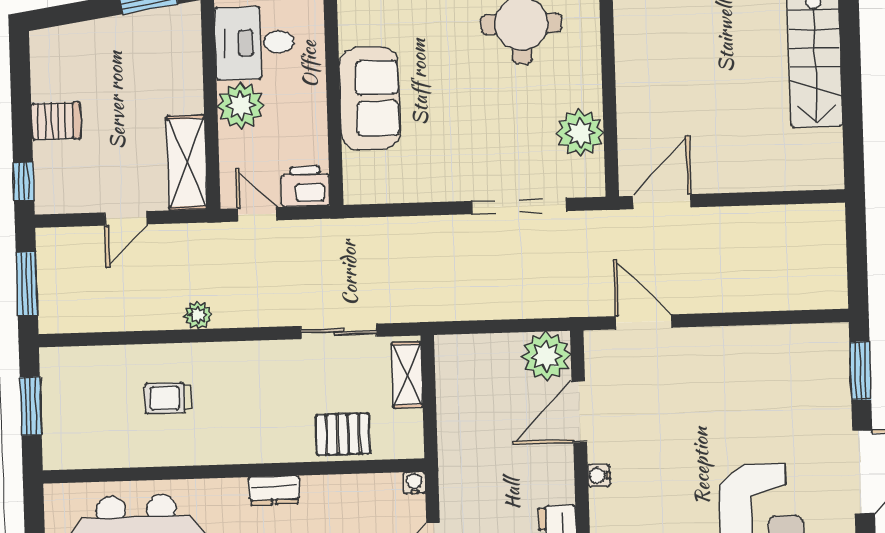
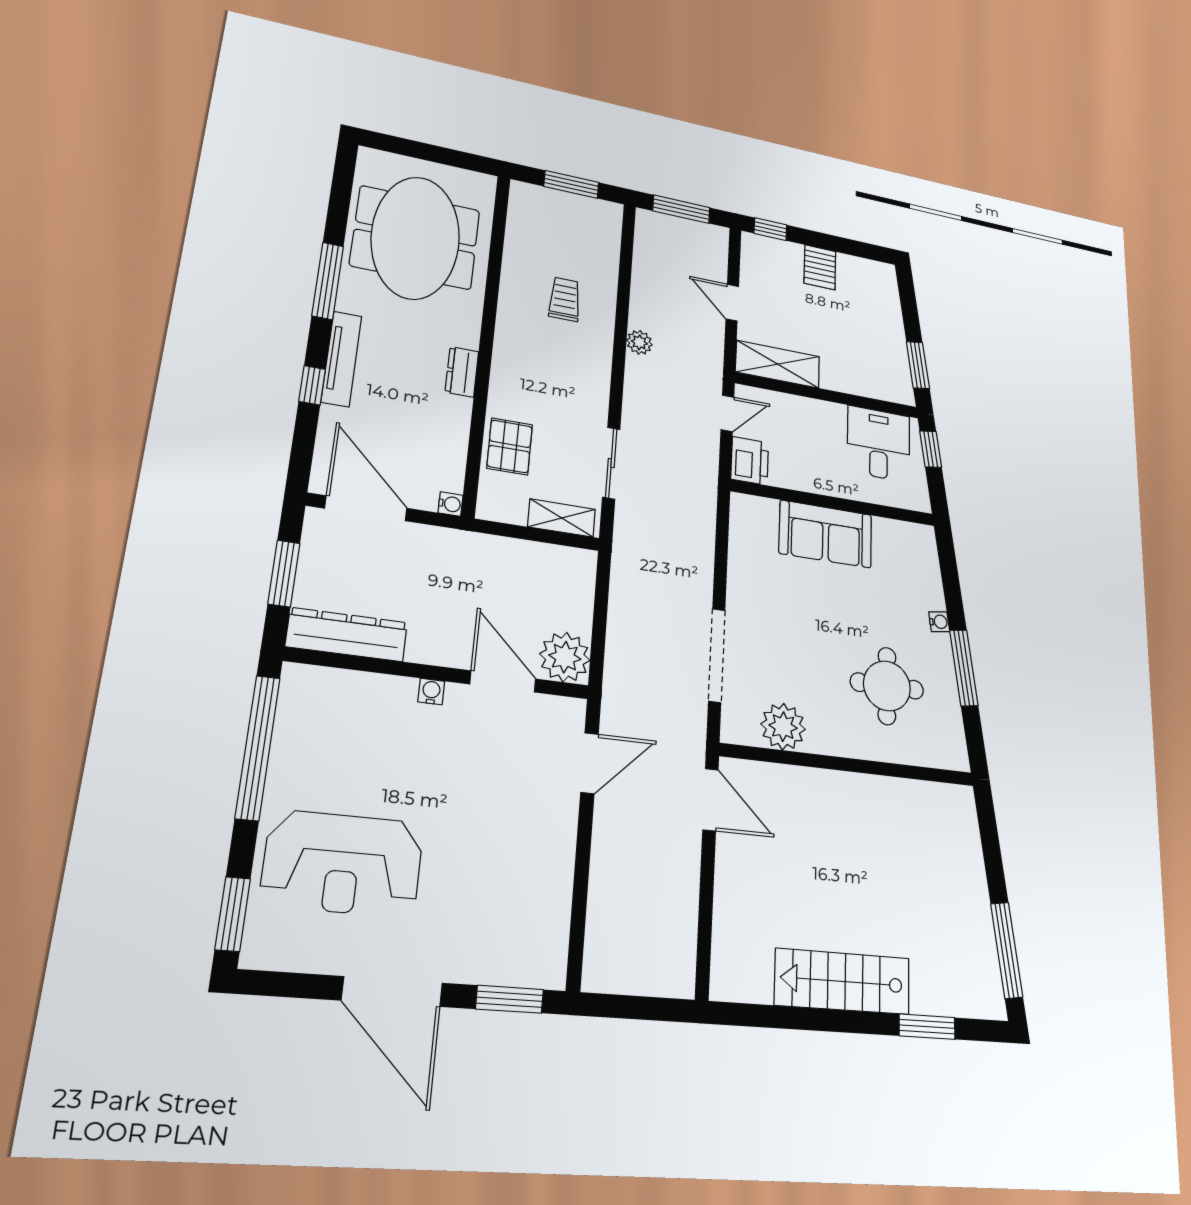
plant: (241, 106) -> (825, 421), removed

